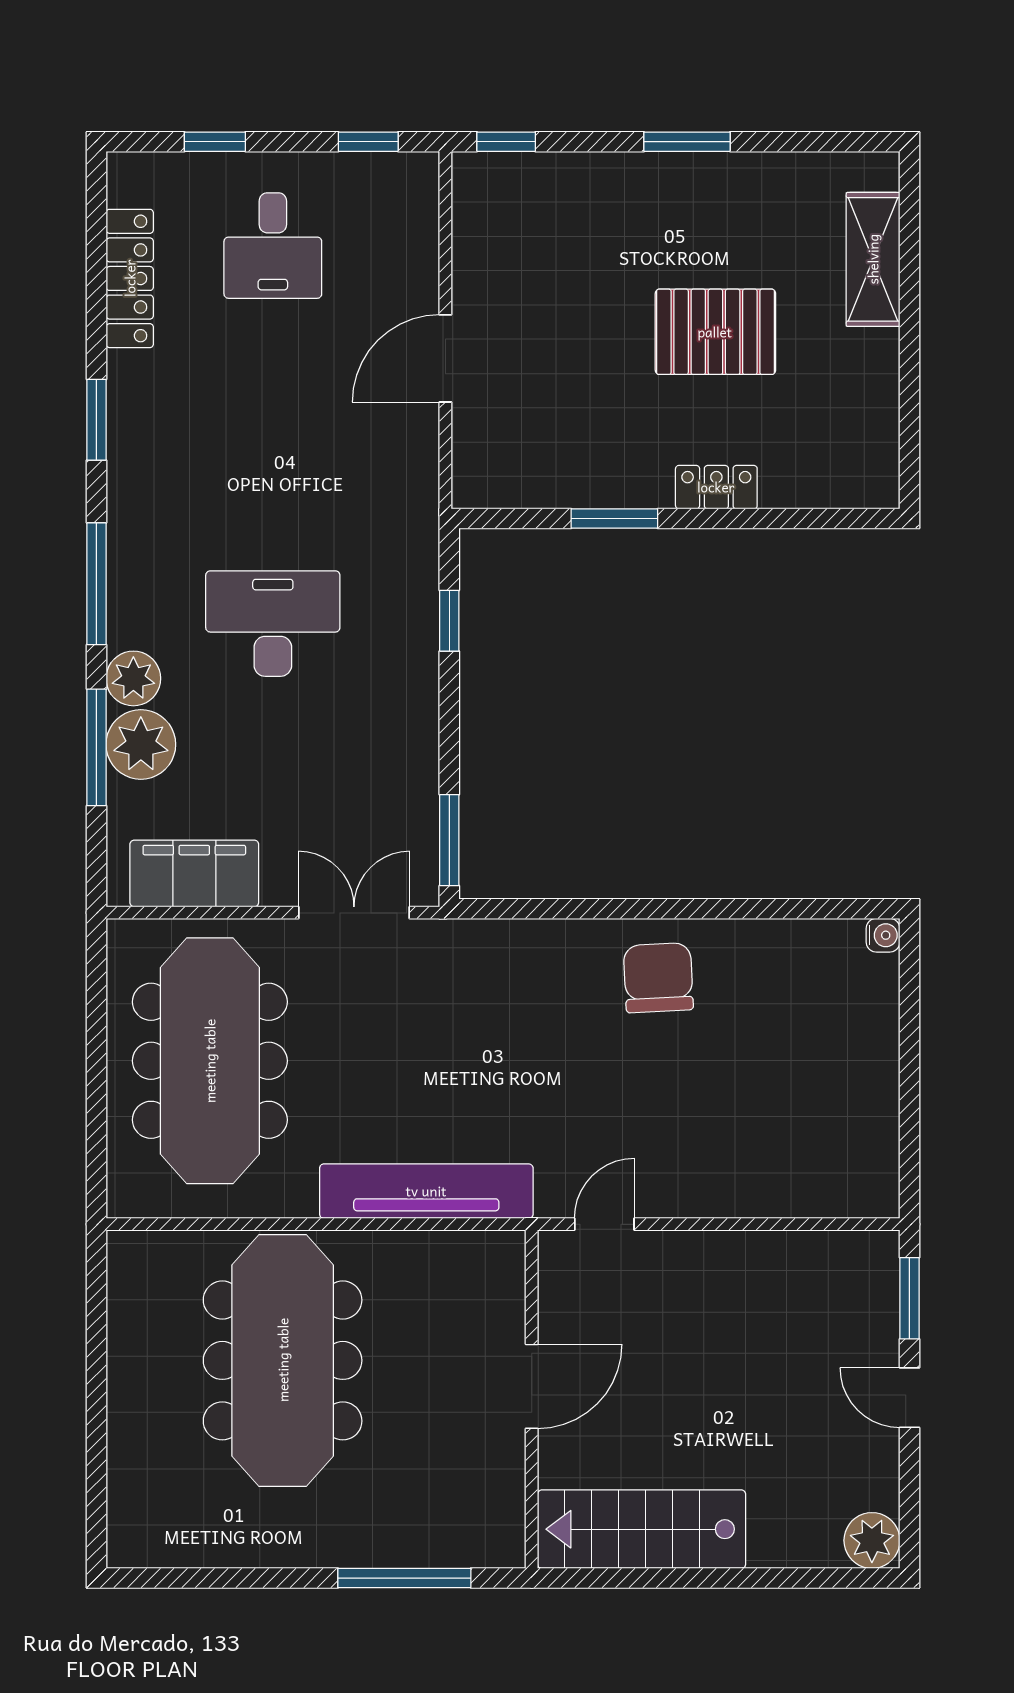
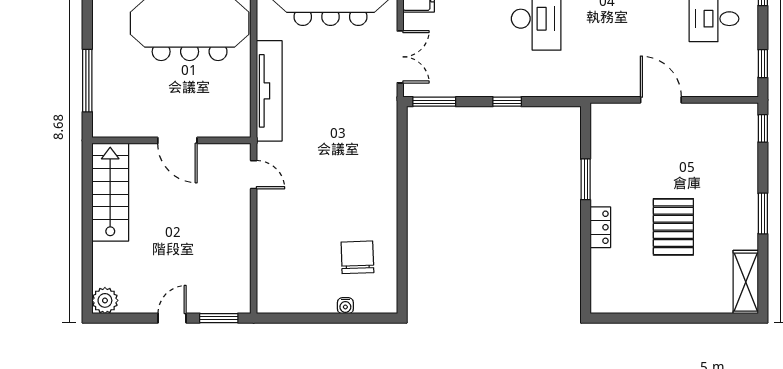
shelving: (873, 259) -> (746, 282), moved, turned 90
window: (449, 621) -> (507, 102), moved
water cooler: (883, 935) -> (345, 306), moved
chair: (658, 978) -> (357, 257), moved, turned -89

